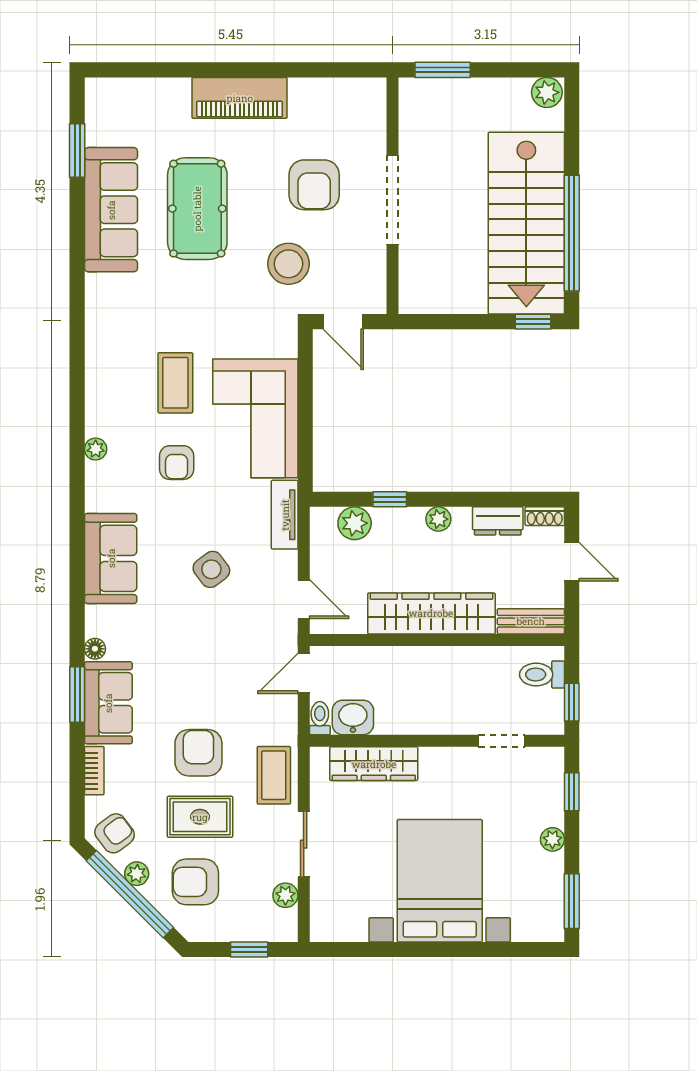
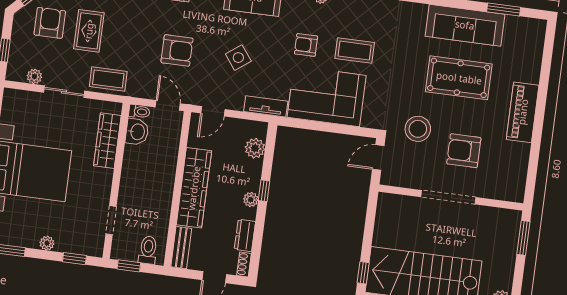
window: (390, 499) -> (264, 191), moved
armchair: (198, 753) -> (177, 50), moved

